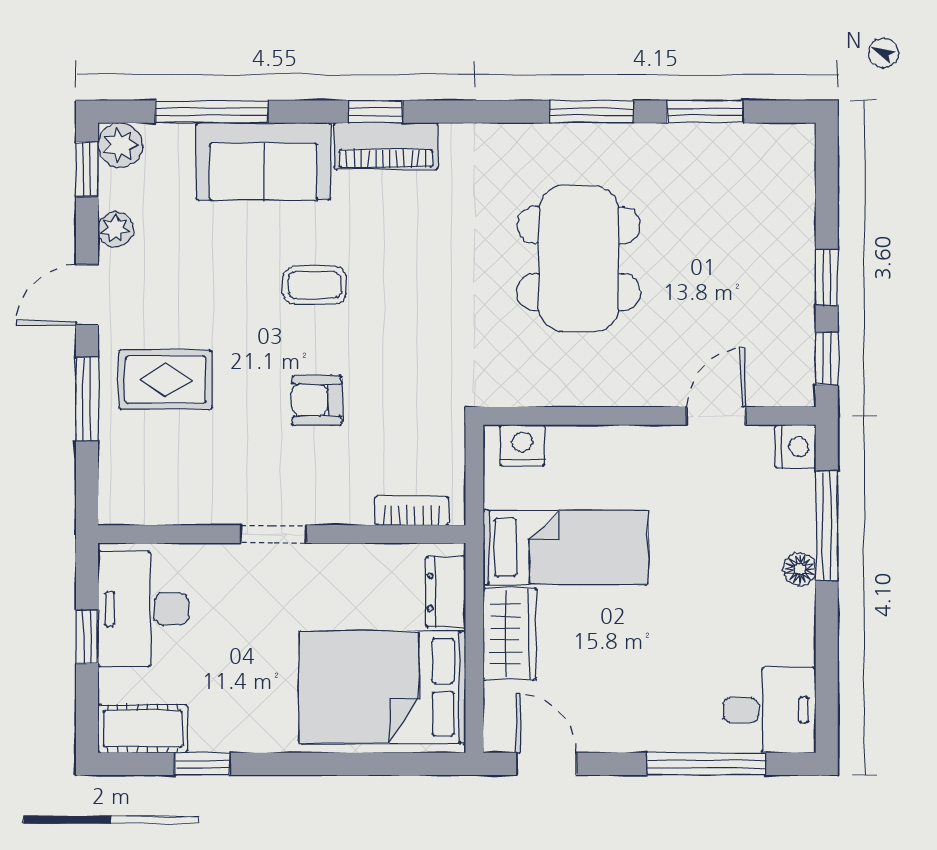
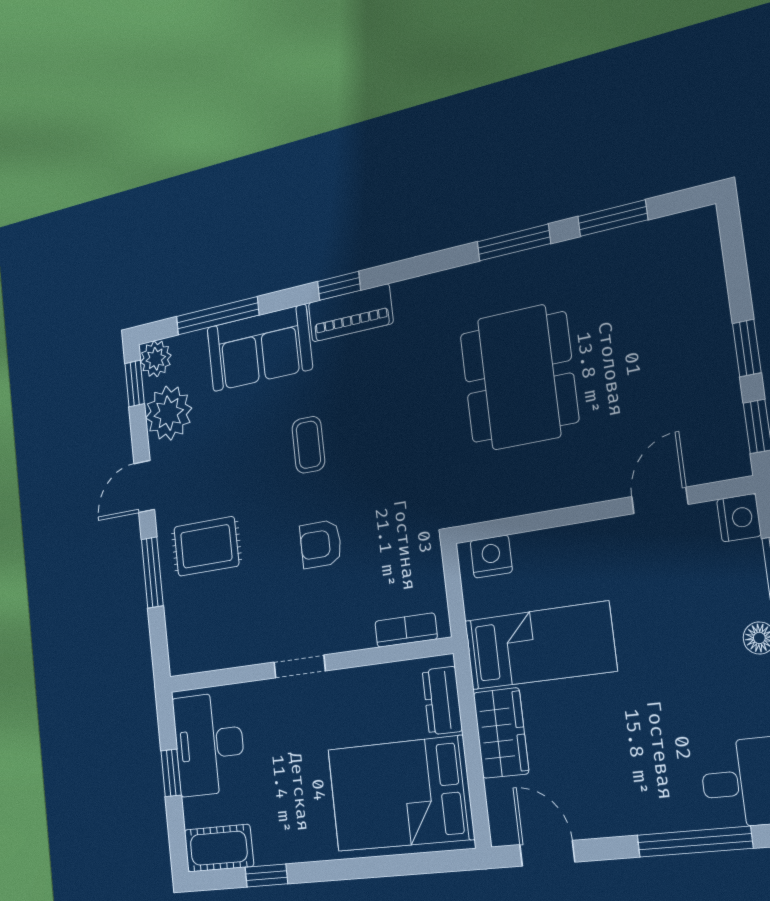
plant: (116, 229) -> (169, 413), width x1.88, depth x1.88
coffee table: (315, 285) -> (308, 445), turned 90

